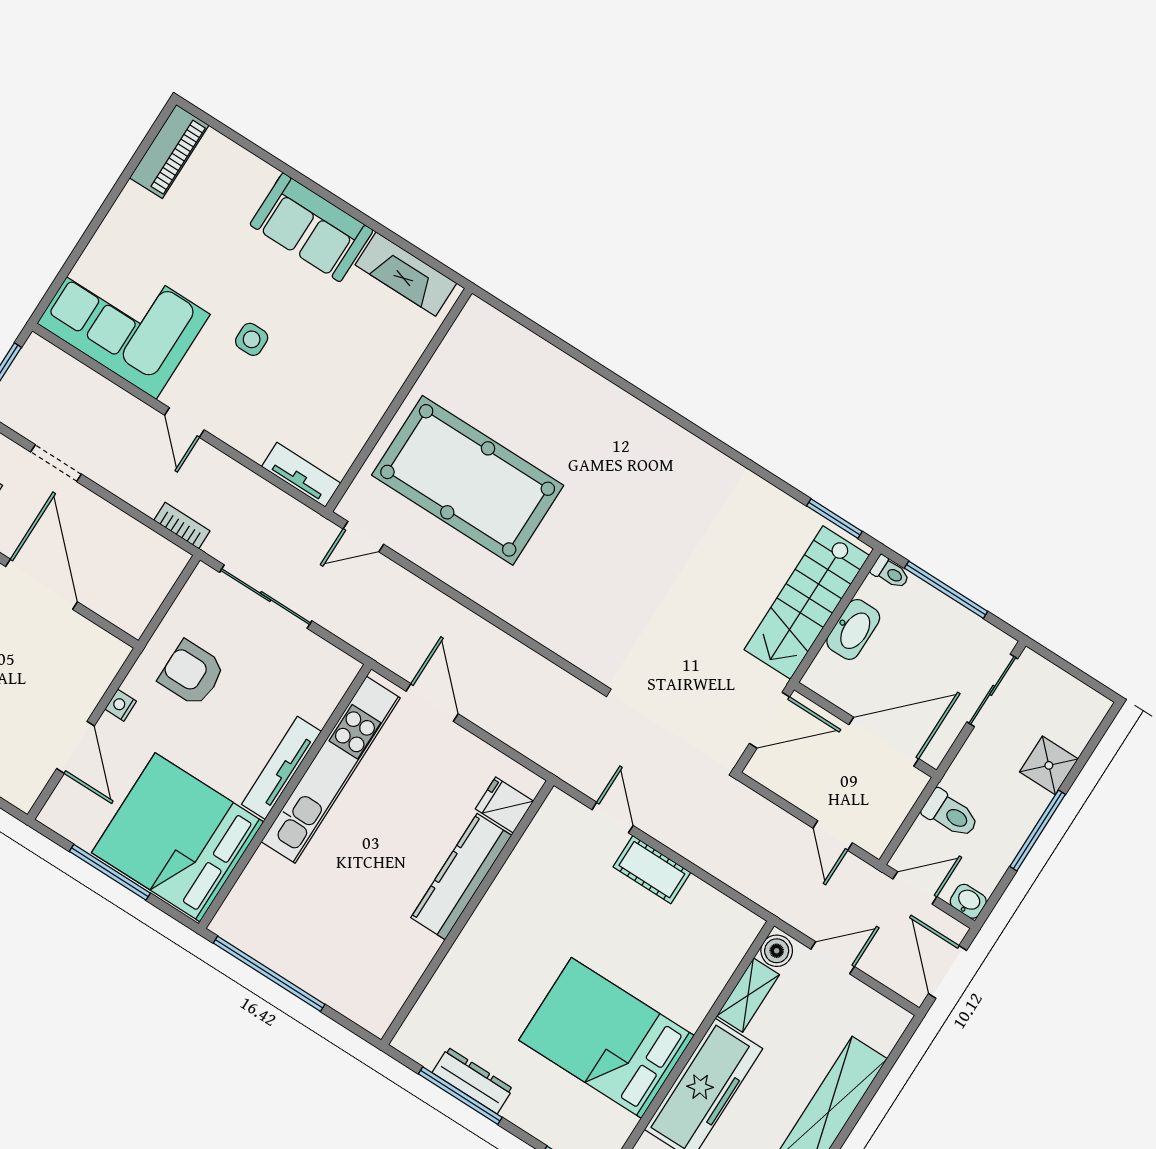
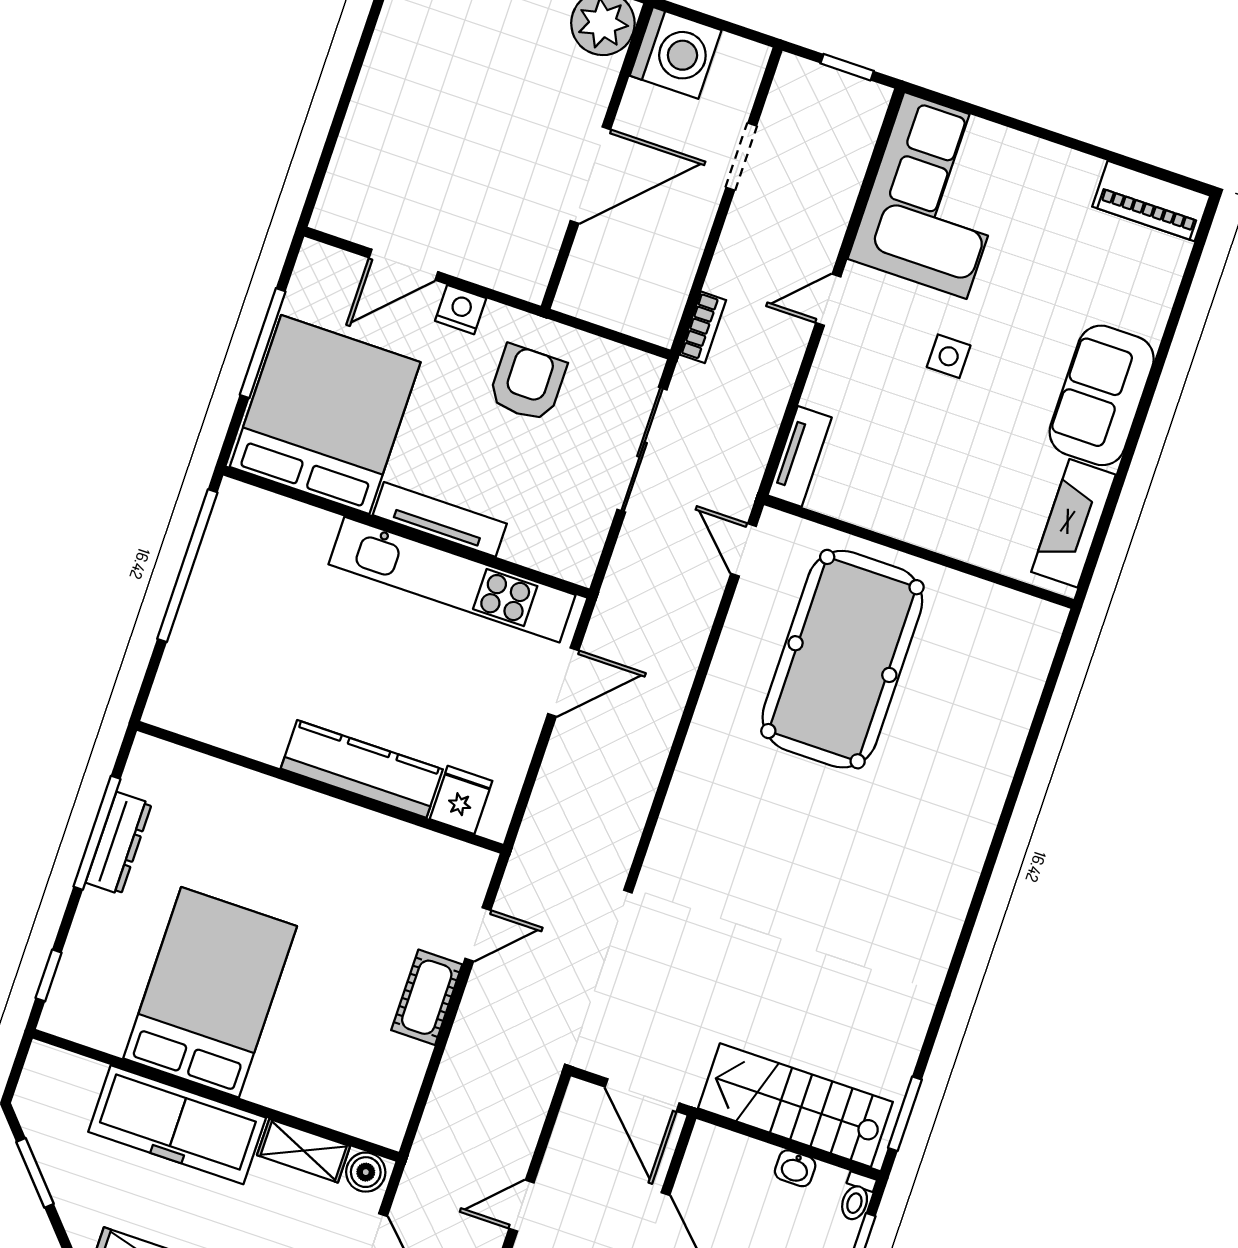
washbasin: (853, 629) -> (795, 1168), width x0.52, depth x0.69
nightstand: (121, 705) -> (461, 310), width x1.39, depth x1.35

